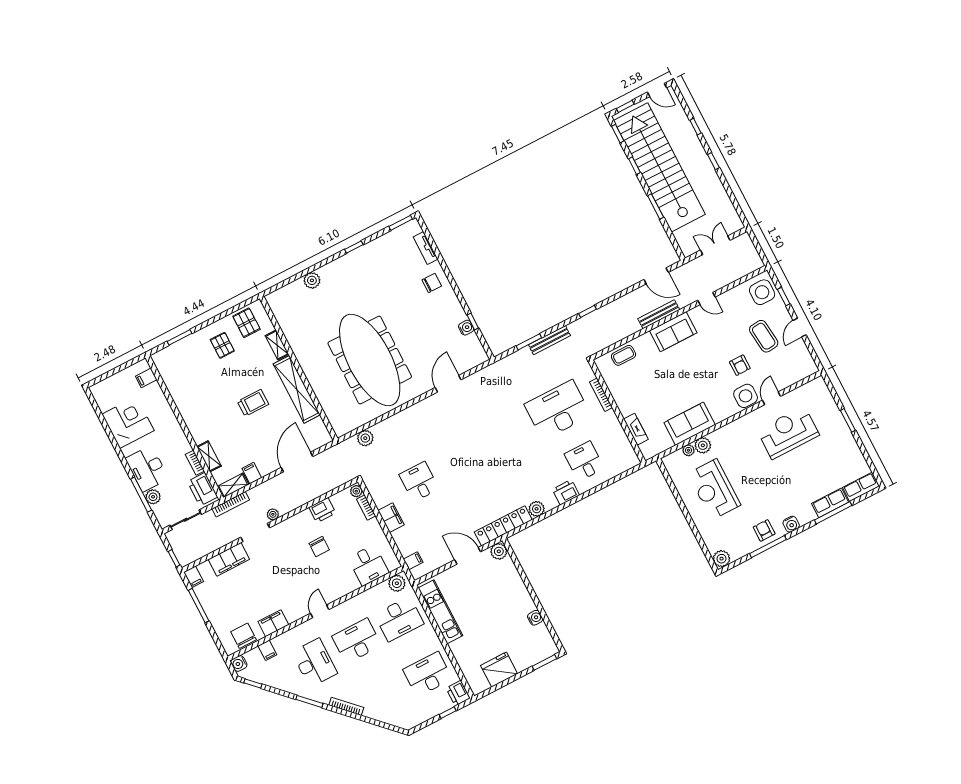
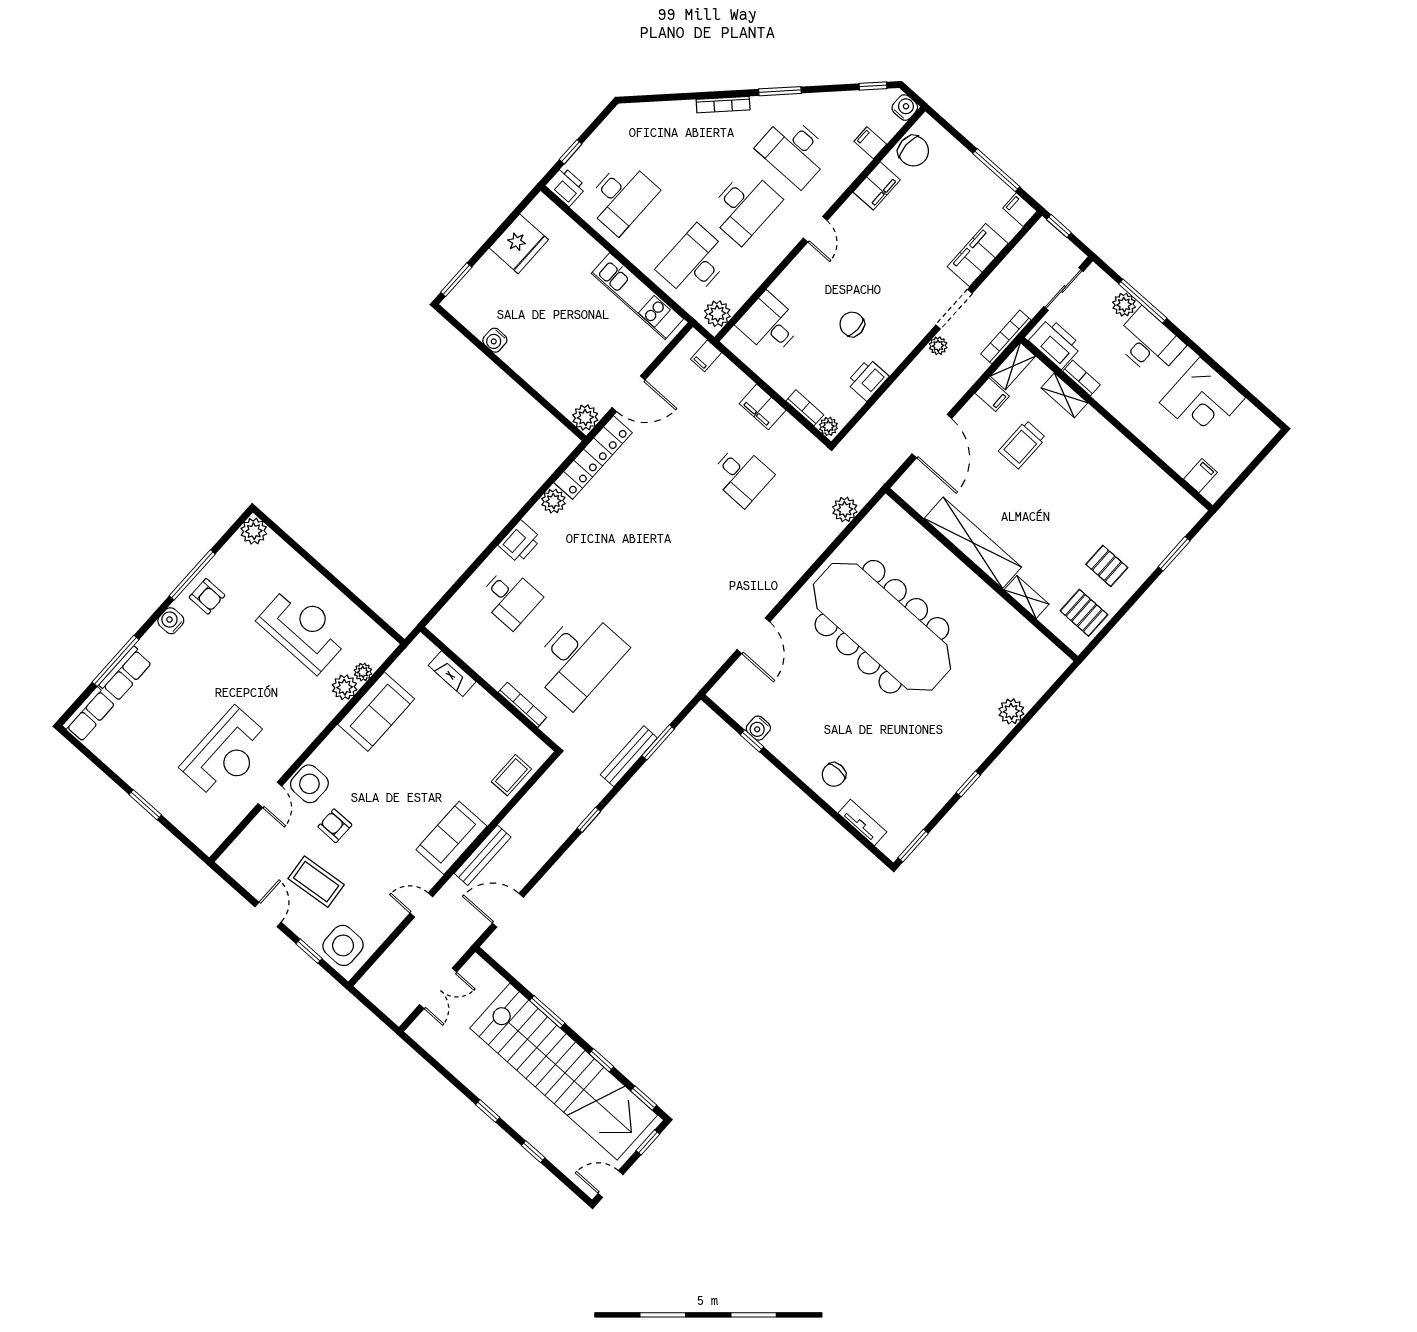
trolley: (253, 403) -> (1022, 445), moved

